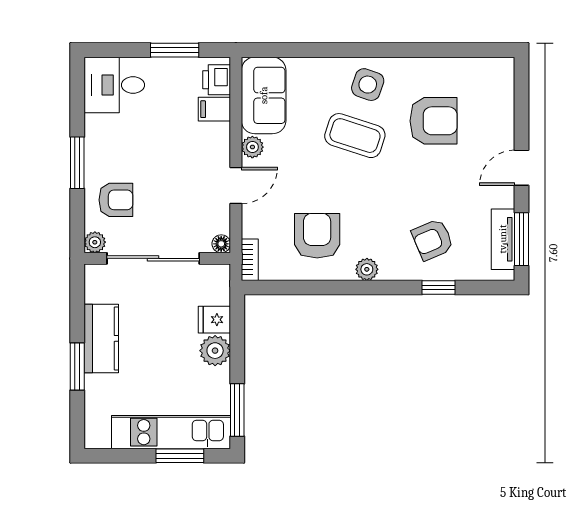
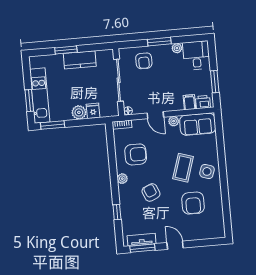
armchair: (433, 240) -> (151, 192), moved
plant: (95, 242) -> (177, 48), moved

